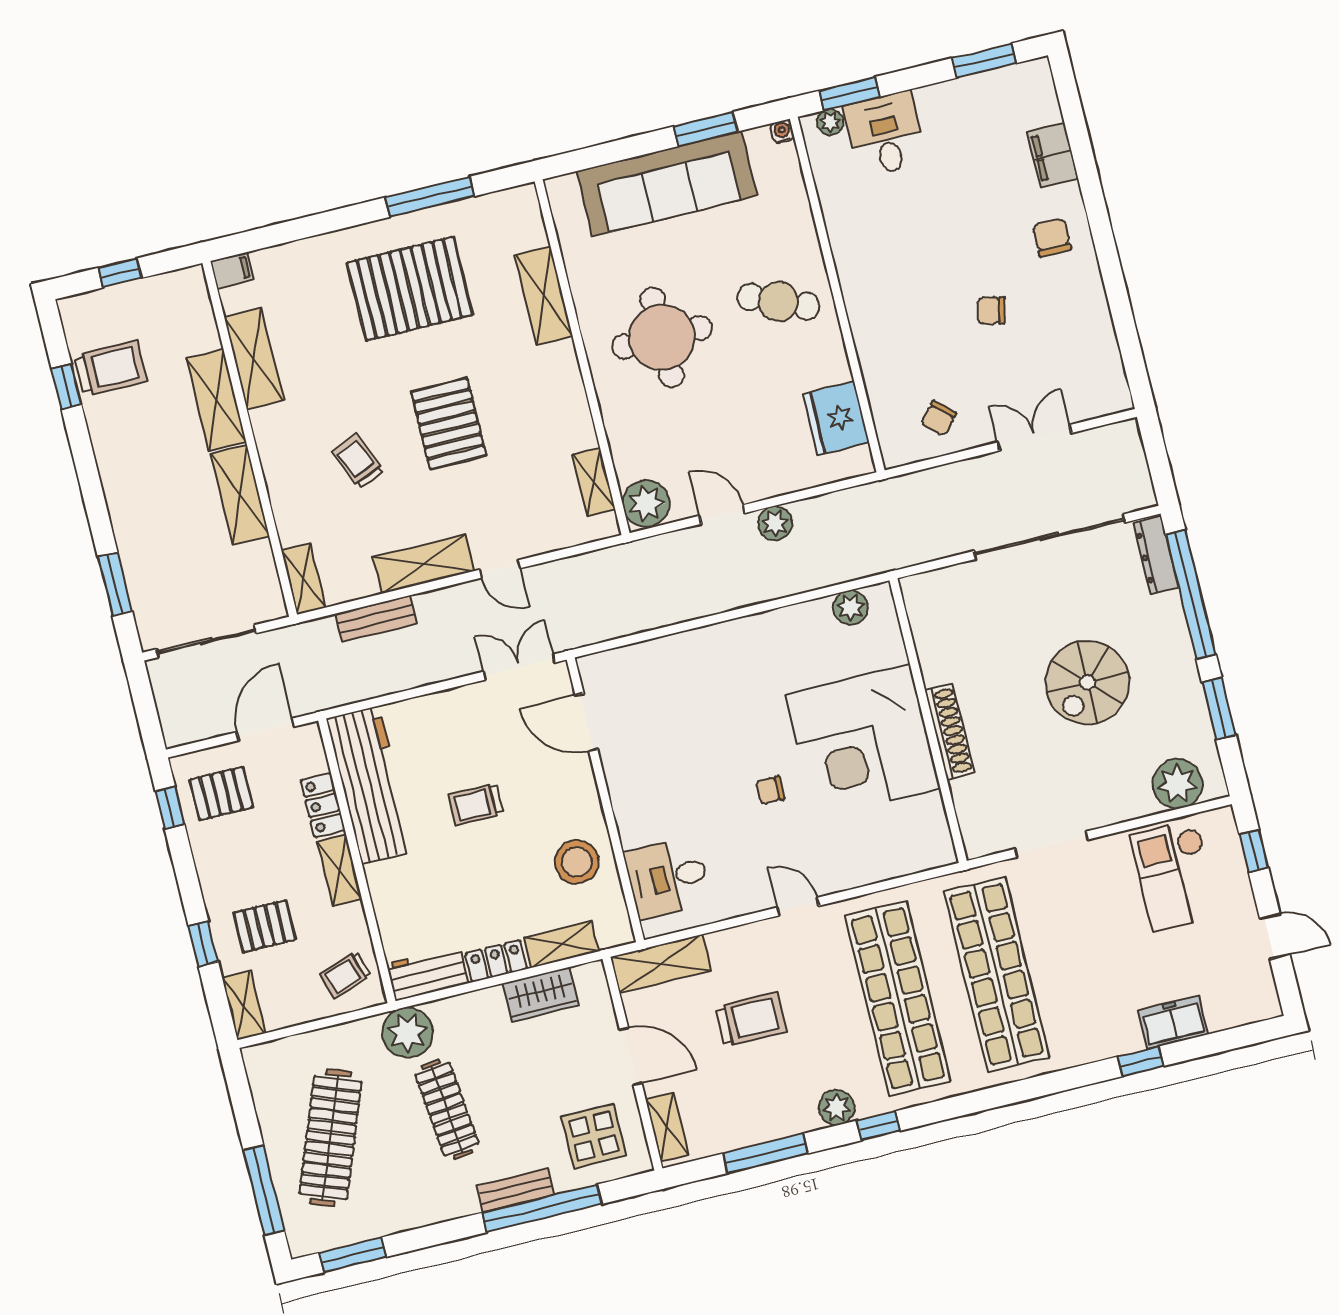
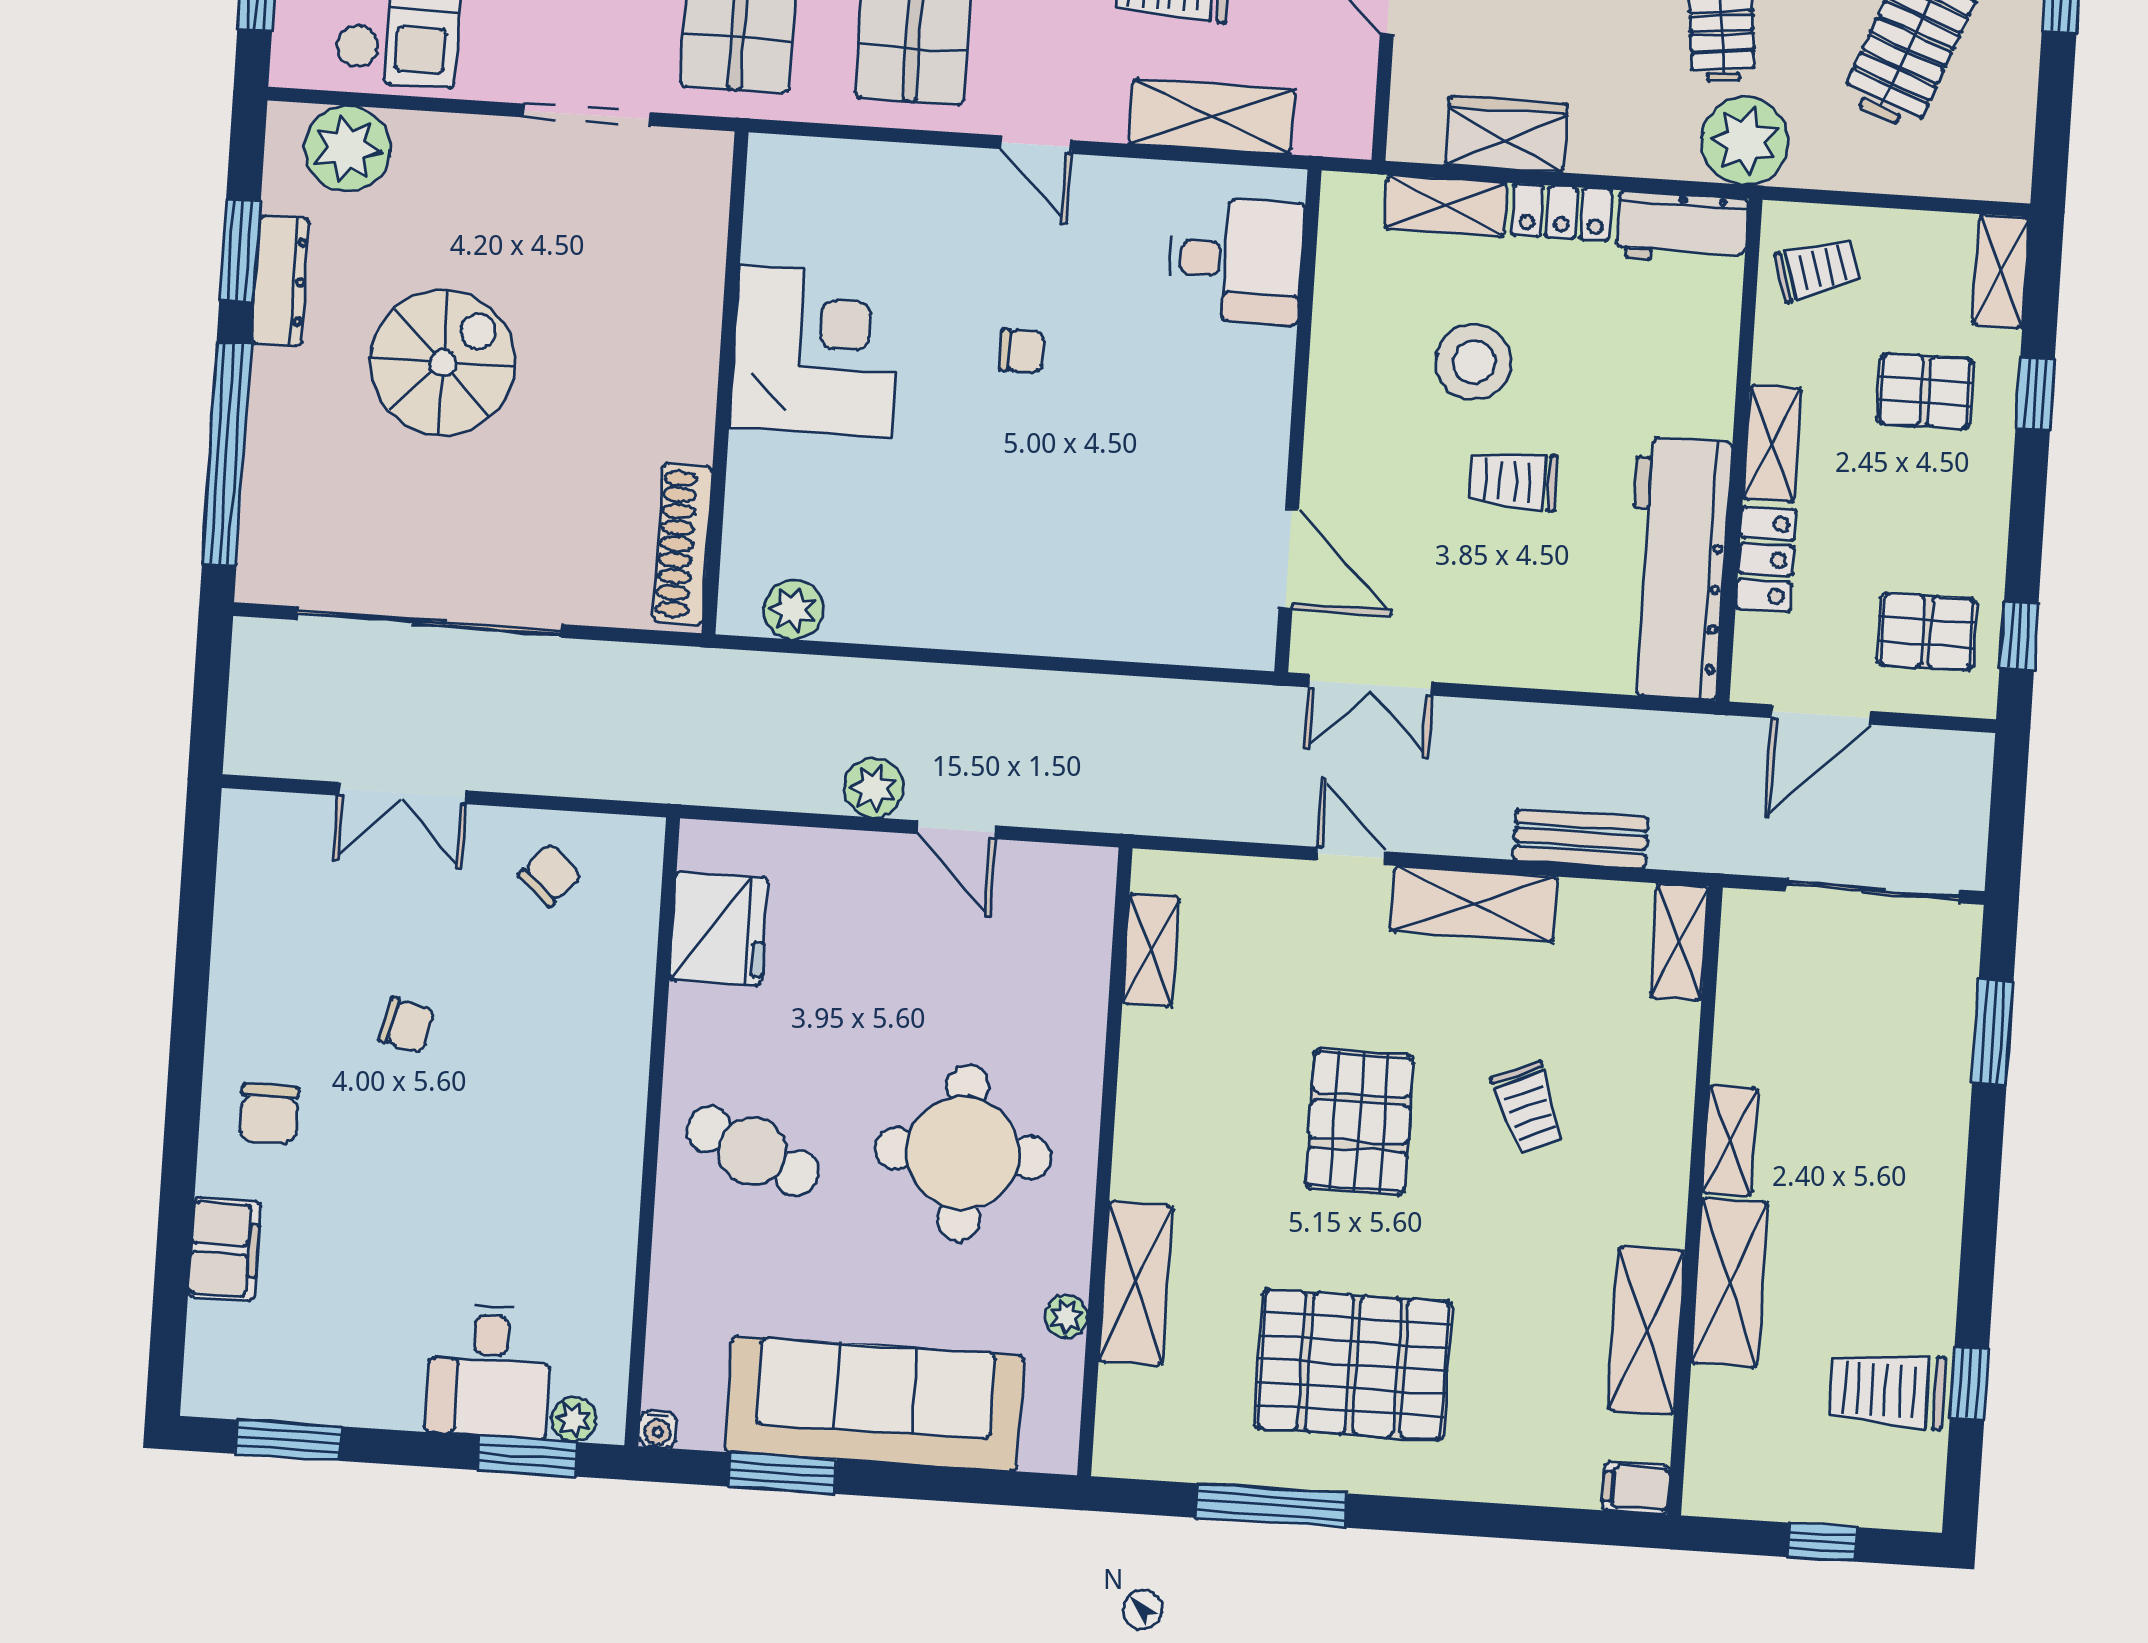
shelving: (240, 495) -> (1730, 1140), width x0.67, depth x0.75
plant: (646, 503) -> (1066, 1316), moved, width x0.53, depth x0.53
dresser: (1156, 555) -> (280, 281), moved
shoe rack: (950, 731) -> (683, 544), moved
corner desk: (863, 742) -> (816, 351), width x0.74, depth x0.74
trolley: (476, 804) -> (1514, 481), turned 180
stool: (577, 862) -> (1474, 362), moved
shelving: (661, 964) -> (1211, 117), moved

